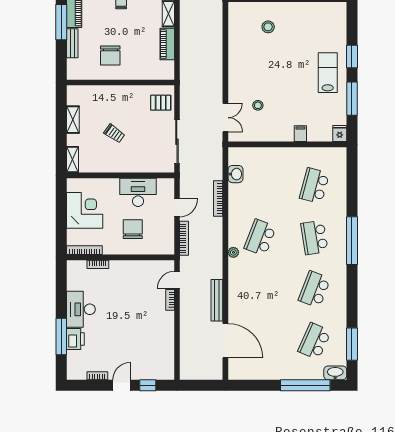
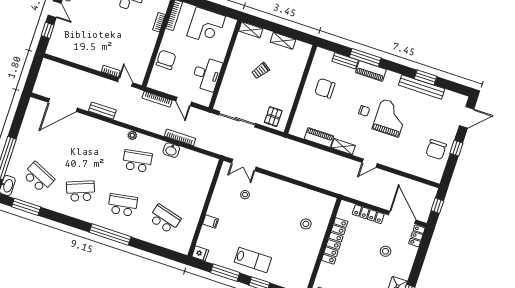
washbasin: (236, 174) -> (171, 150), moved
chair: (133, 229) -> (166, 60), moved, turned -90
school desk: (260, 238) -> (137, 161), turned -30
school desk: (314, 289) -> (81, 191), turned -42
bench: (217, 300) -> (102, 111), width x0.73

